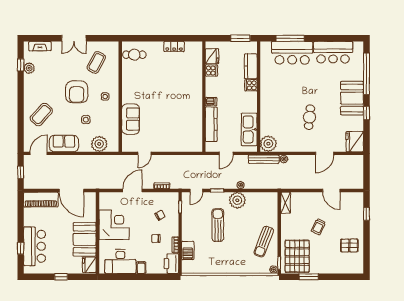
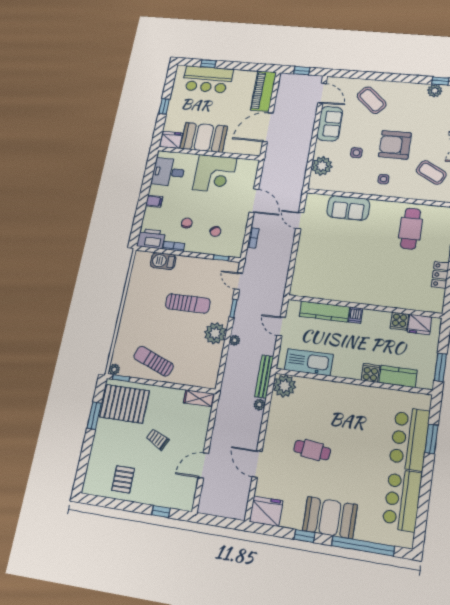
window: (290, 38) -> (431, 439), width x0.69
cafe table: (134, 55) -> (411, 229), moved, width x1.37, depth x1.35
desk: (120, 261) -> (168, 172), width x0.73

